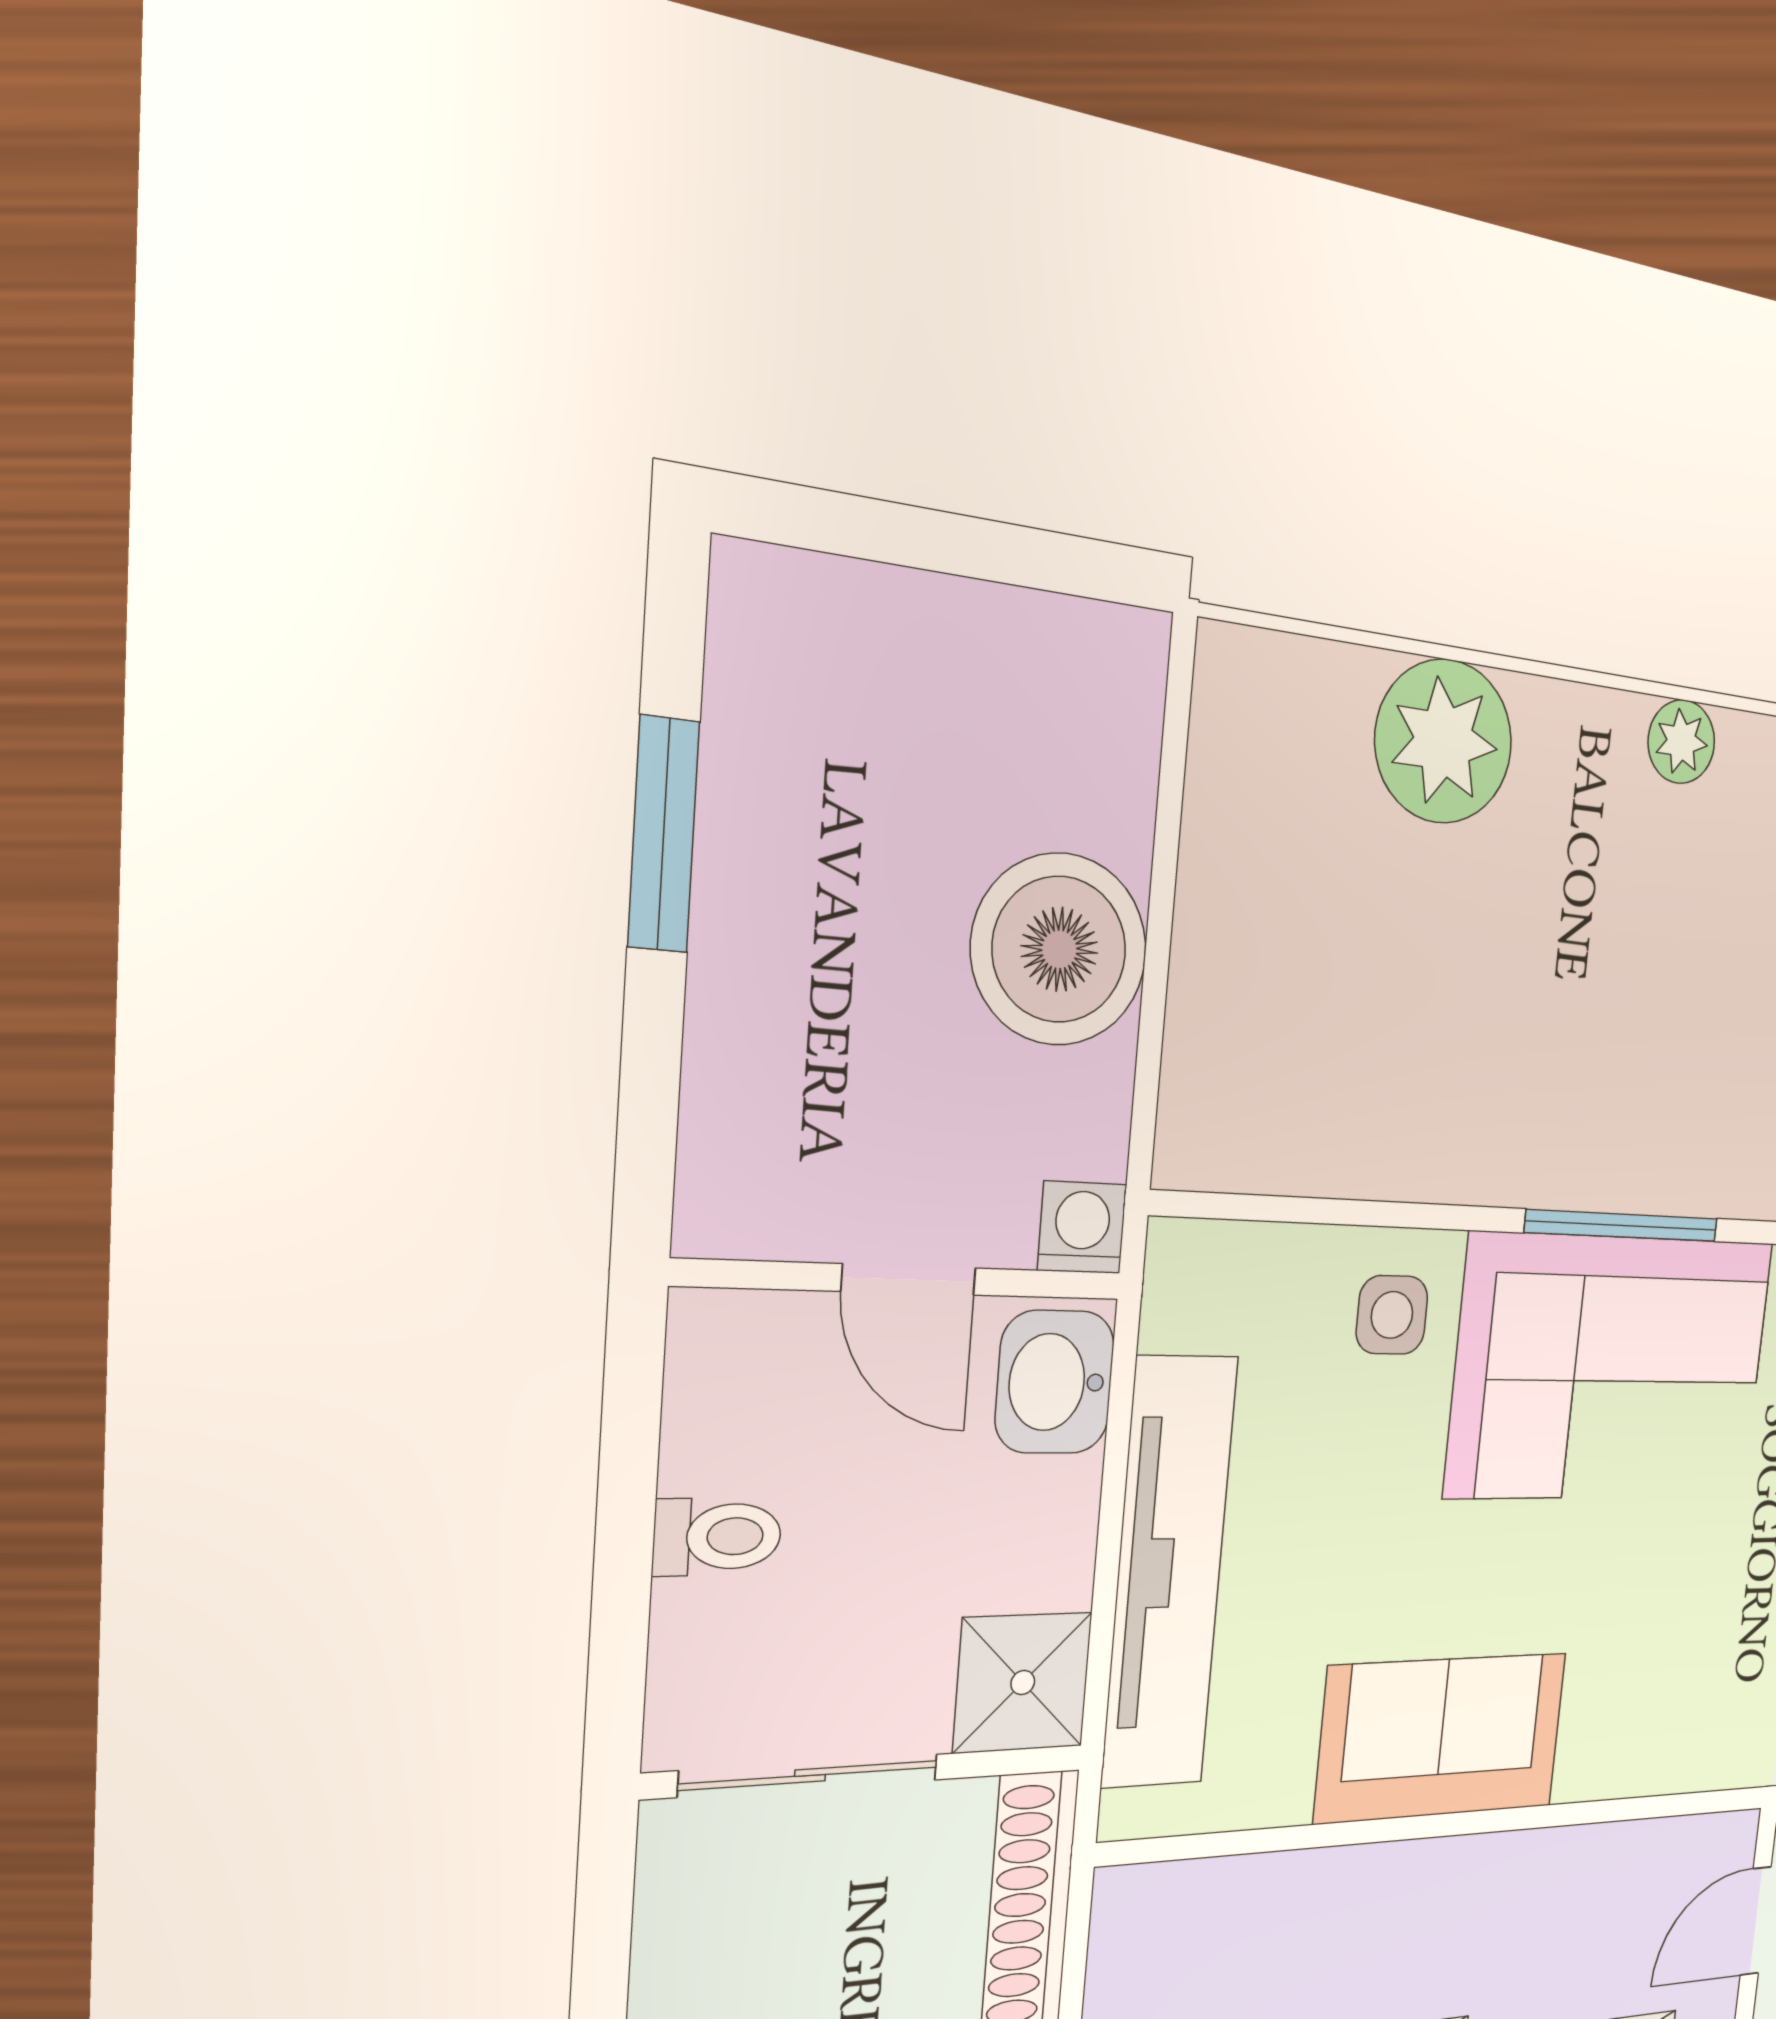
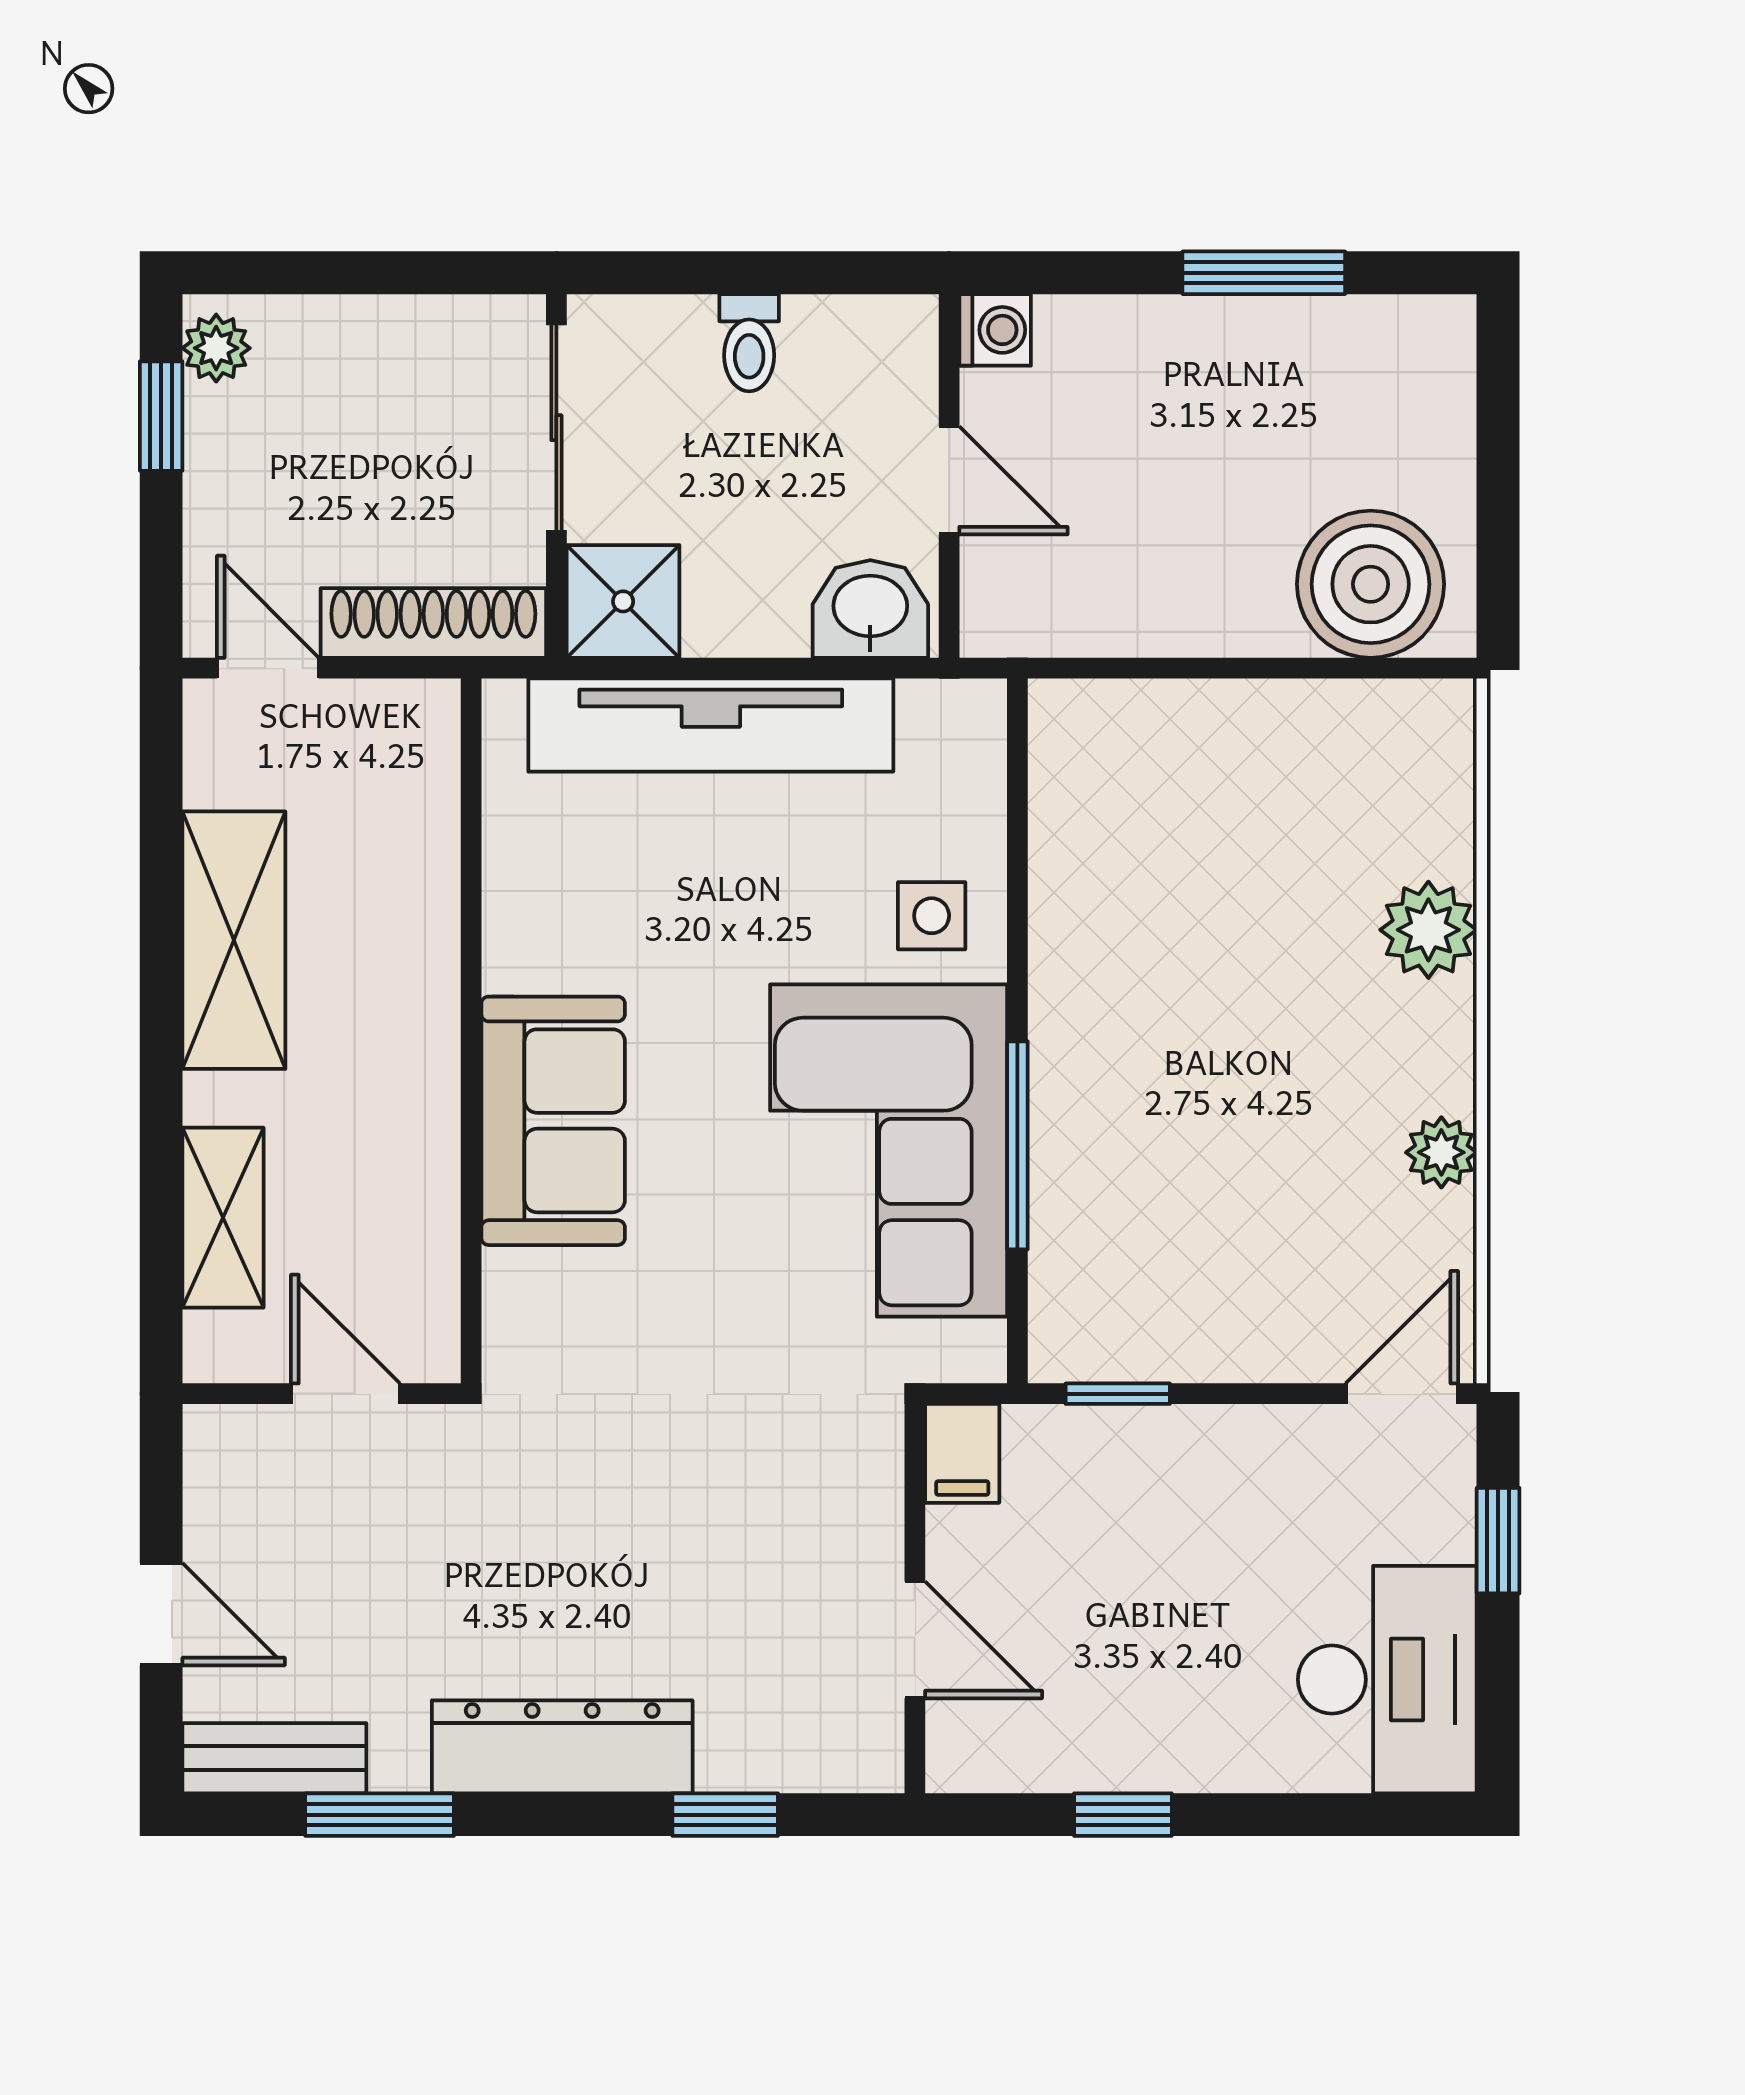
plant: (1444, 741) -> (1428, 930), width x0.73, depth x0.73
boiler: (1059, 949) -> (1371, 584), moved
washing machine: (1082, 1227) -> (995, 330), moved
door: (909, 1280) -> (949, 480), swing flipped
sofa: (1442, 1737) -> (553, 1121), moved

